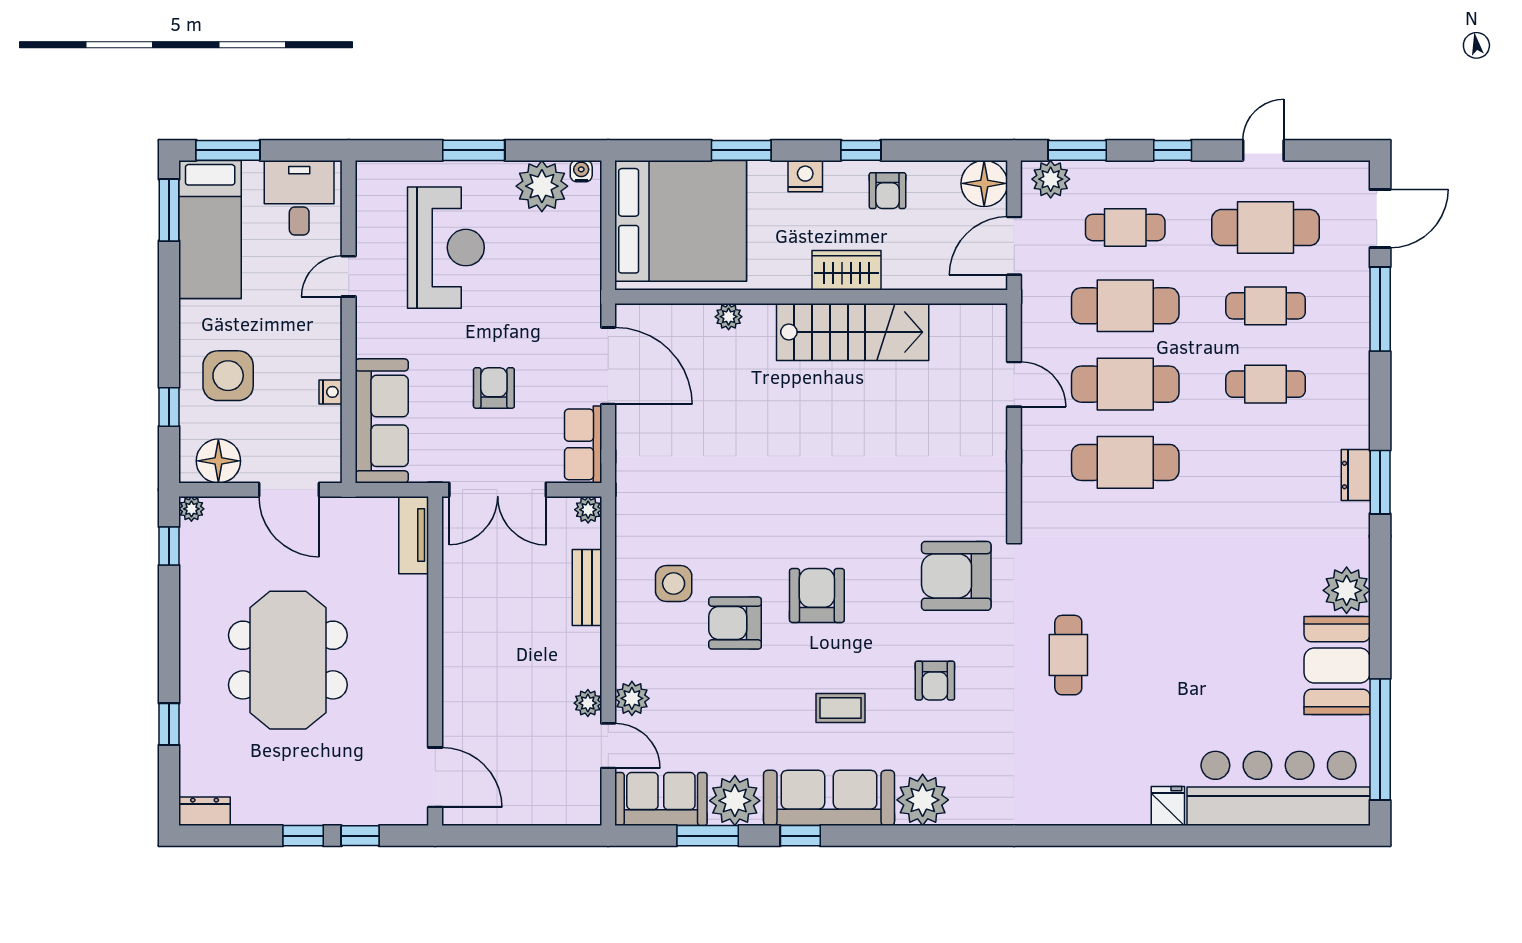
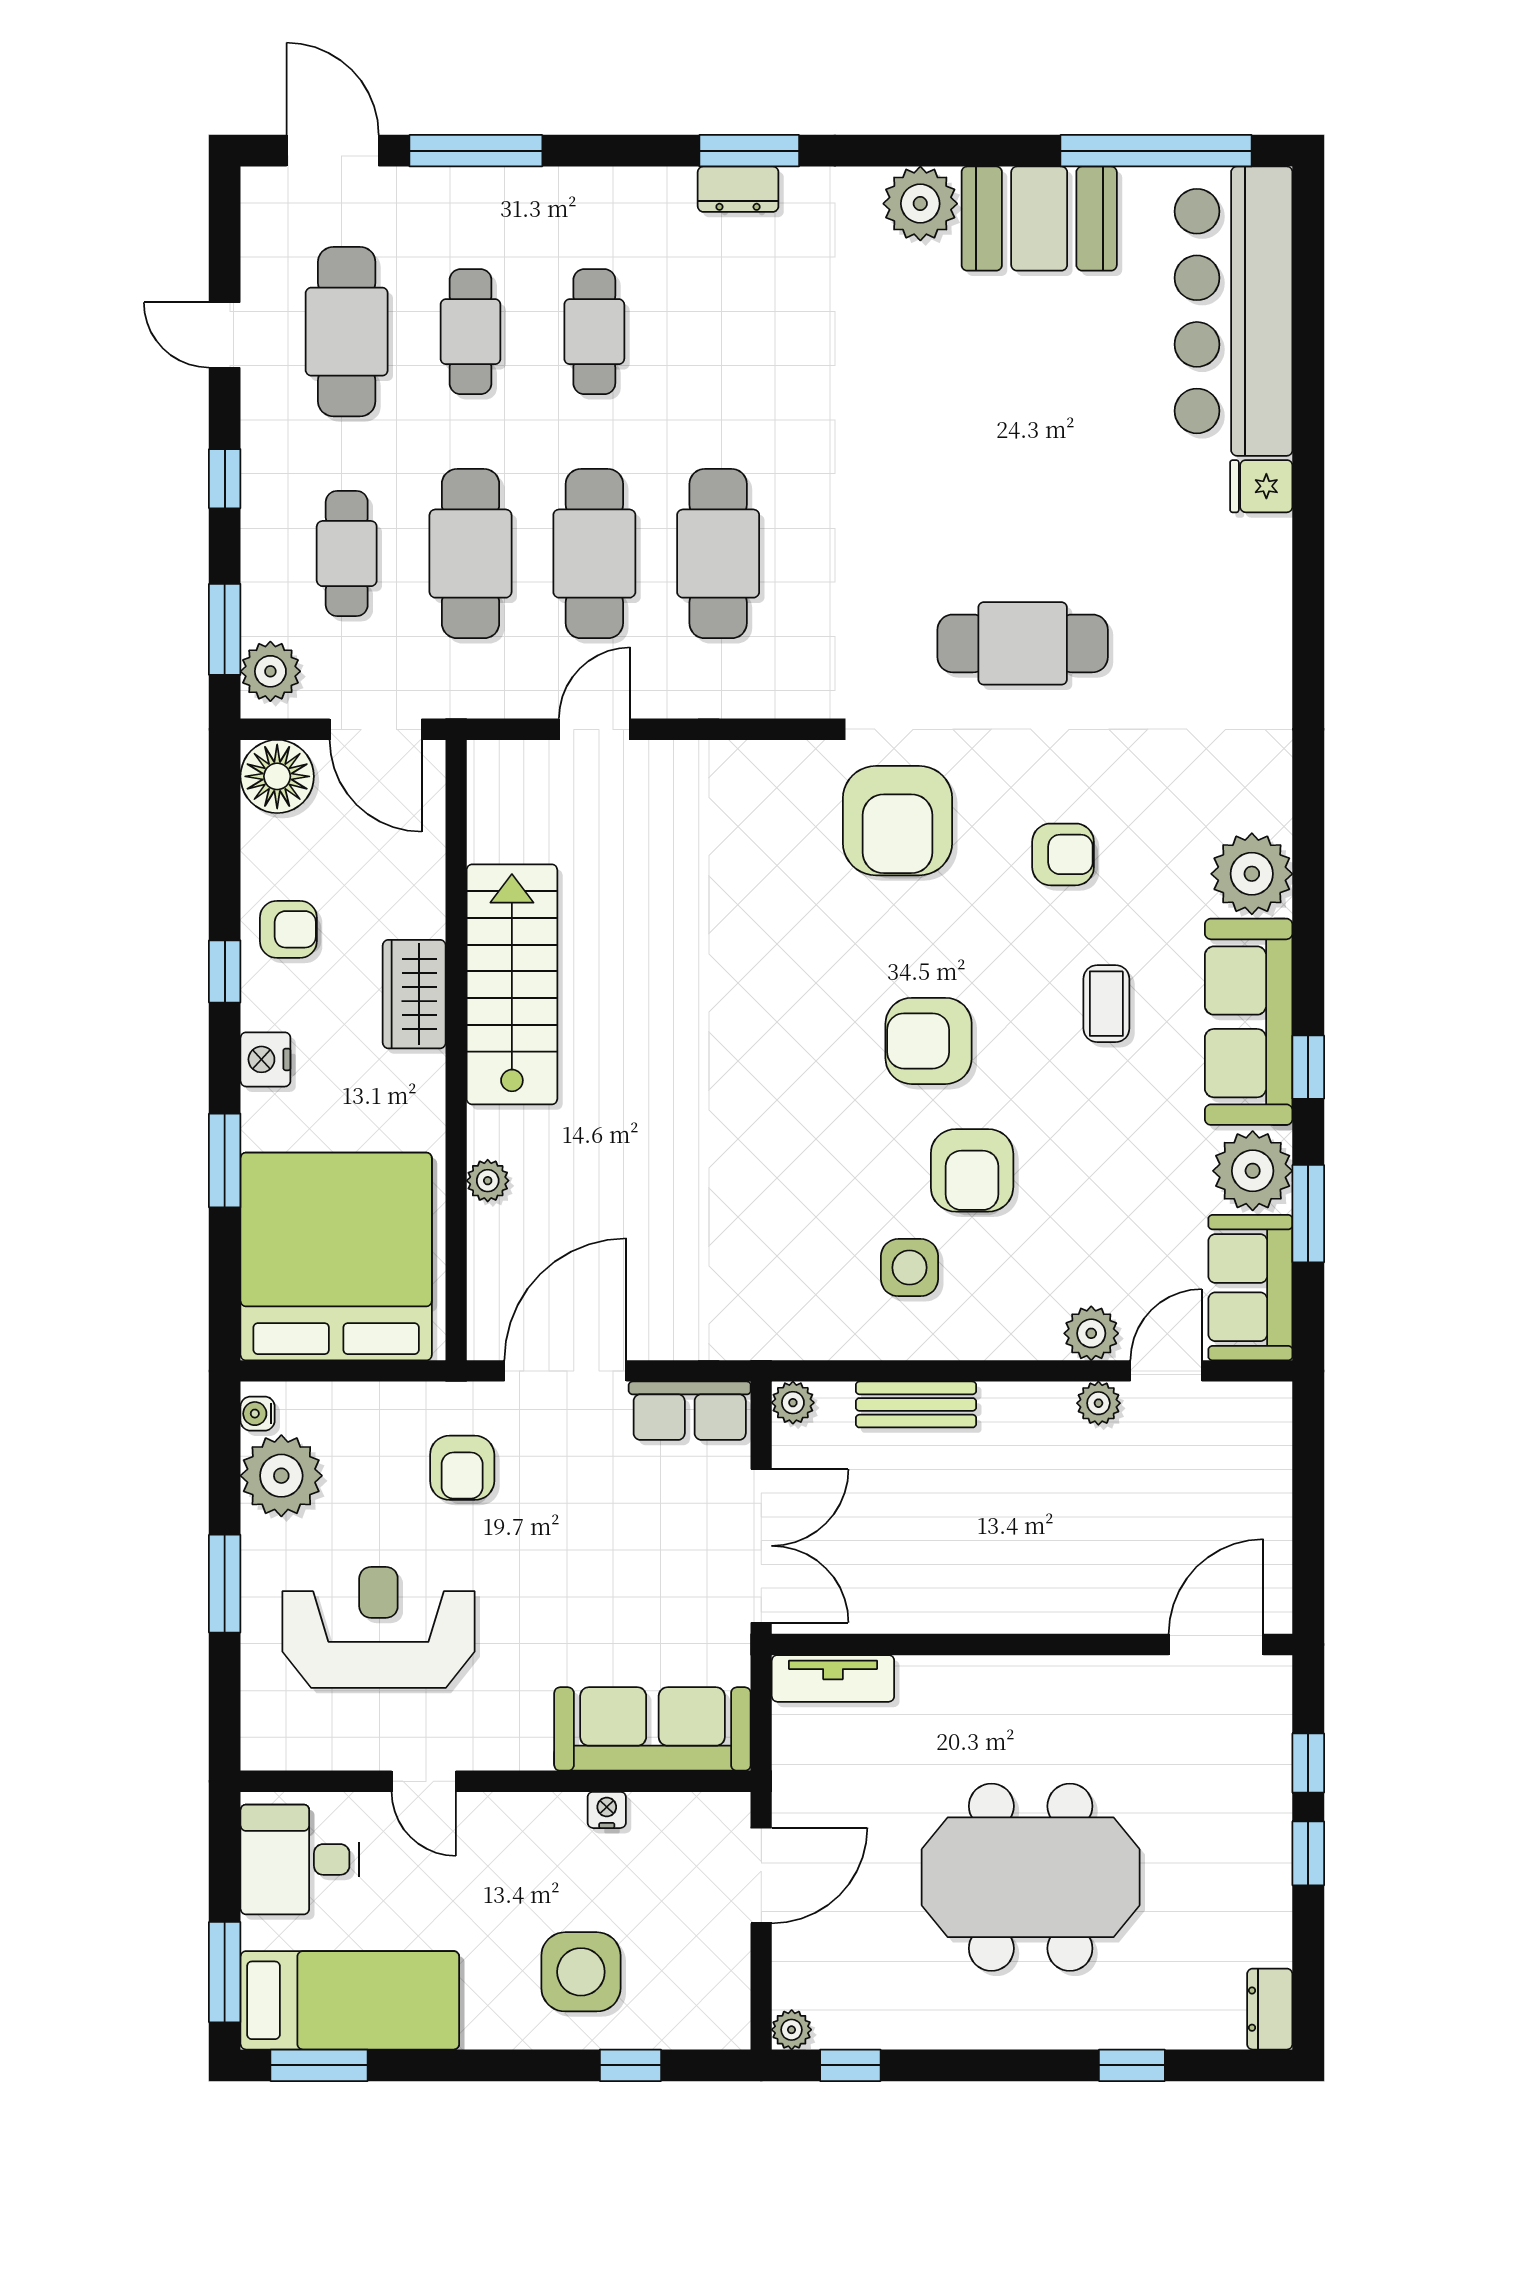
armchair: (494, 388) -> (462, 1468), moved, turned -90
floor lamp: (218, 461) -> (716, 1987), removed
cafe table: (1068, 655) -> (1023, 643), width x1.37, depth x1.35

